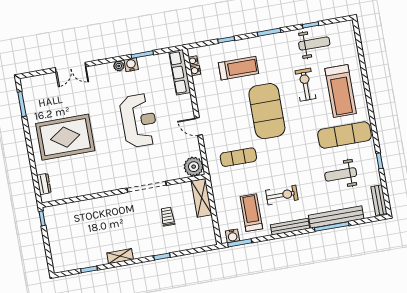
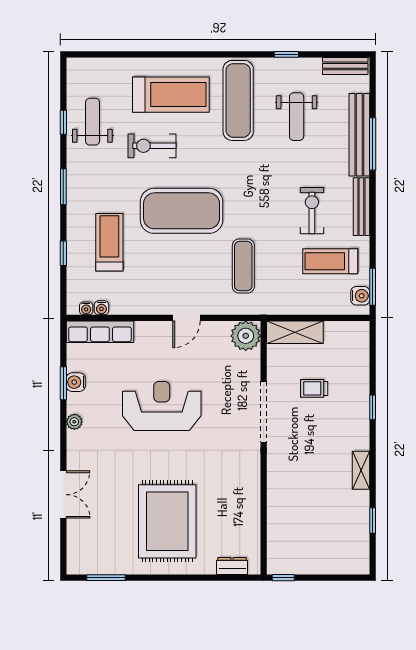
water cooler: (131, 65) -> (76, 382), moved

